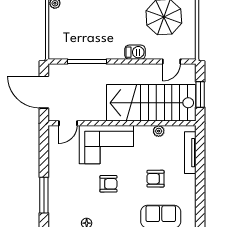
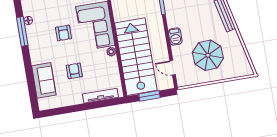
plant: (159, 131) -> (111, 52), moved

